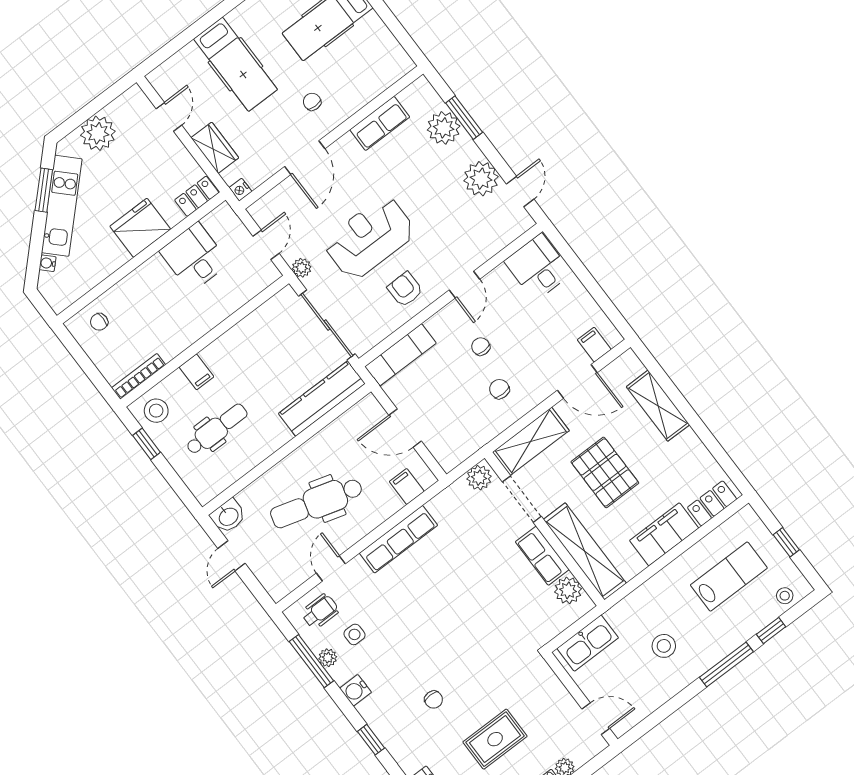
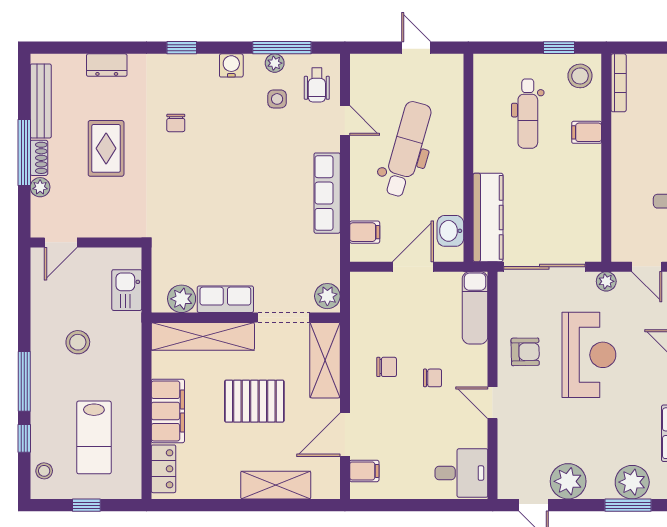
washbasin: (228, 516) -> (450, 231), moved
kitchen sink: (588, 643) -> (127, 290), width x0.73
chair: (434, 700) -> (176, 123), turned -90

